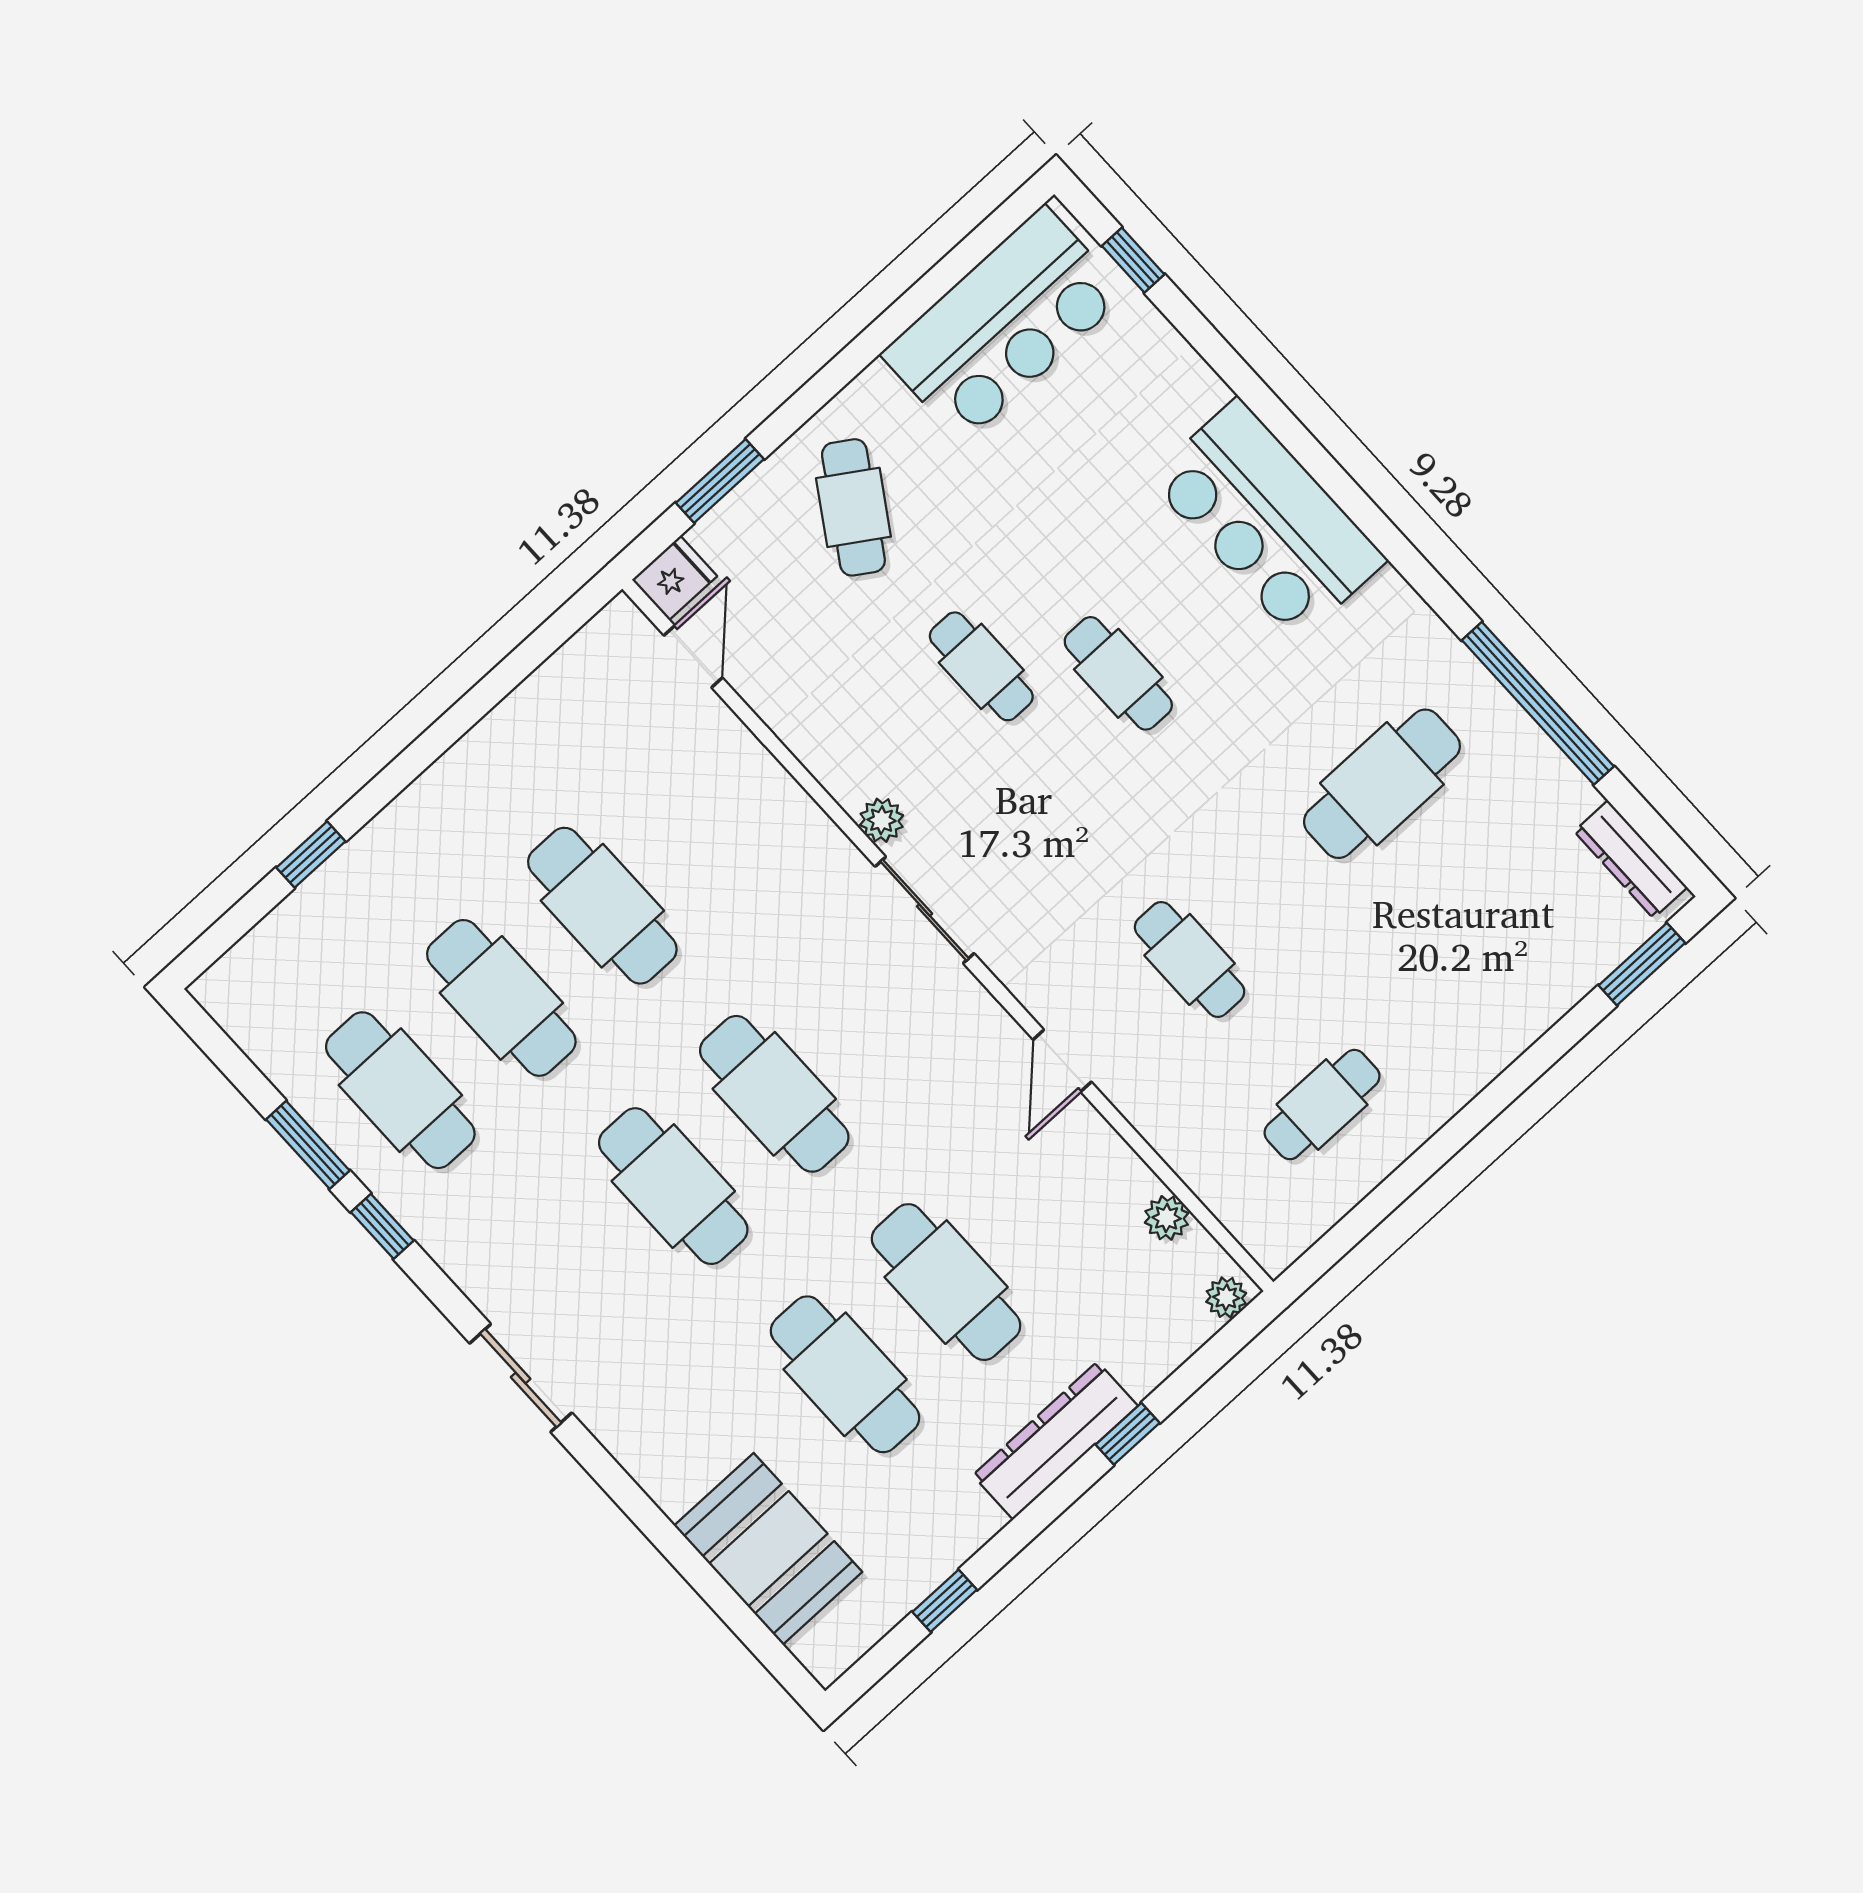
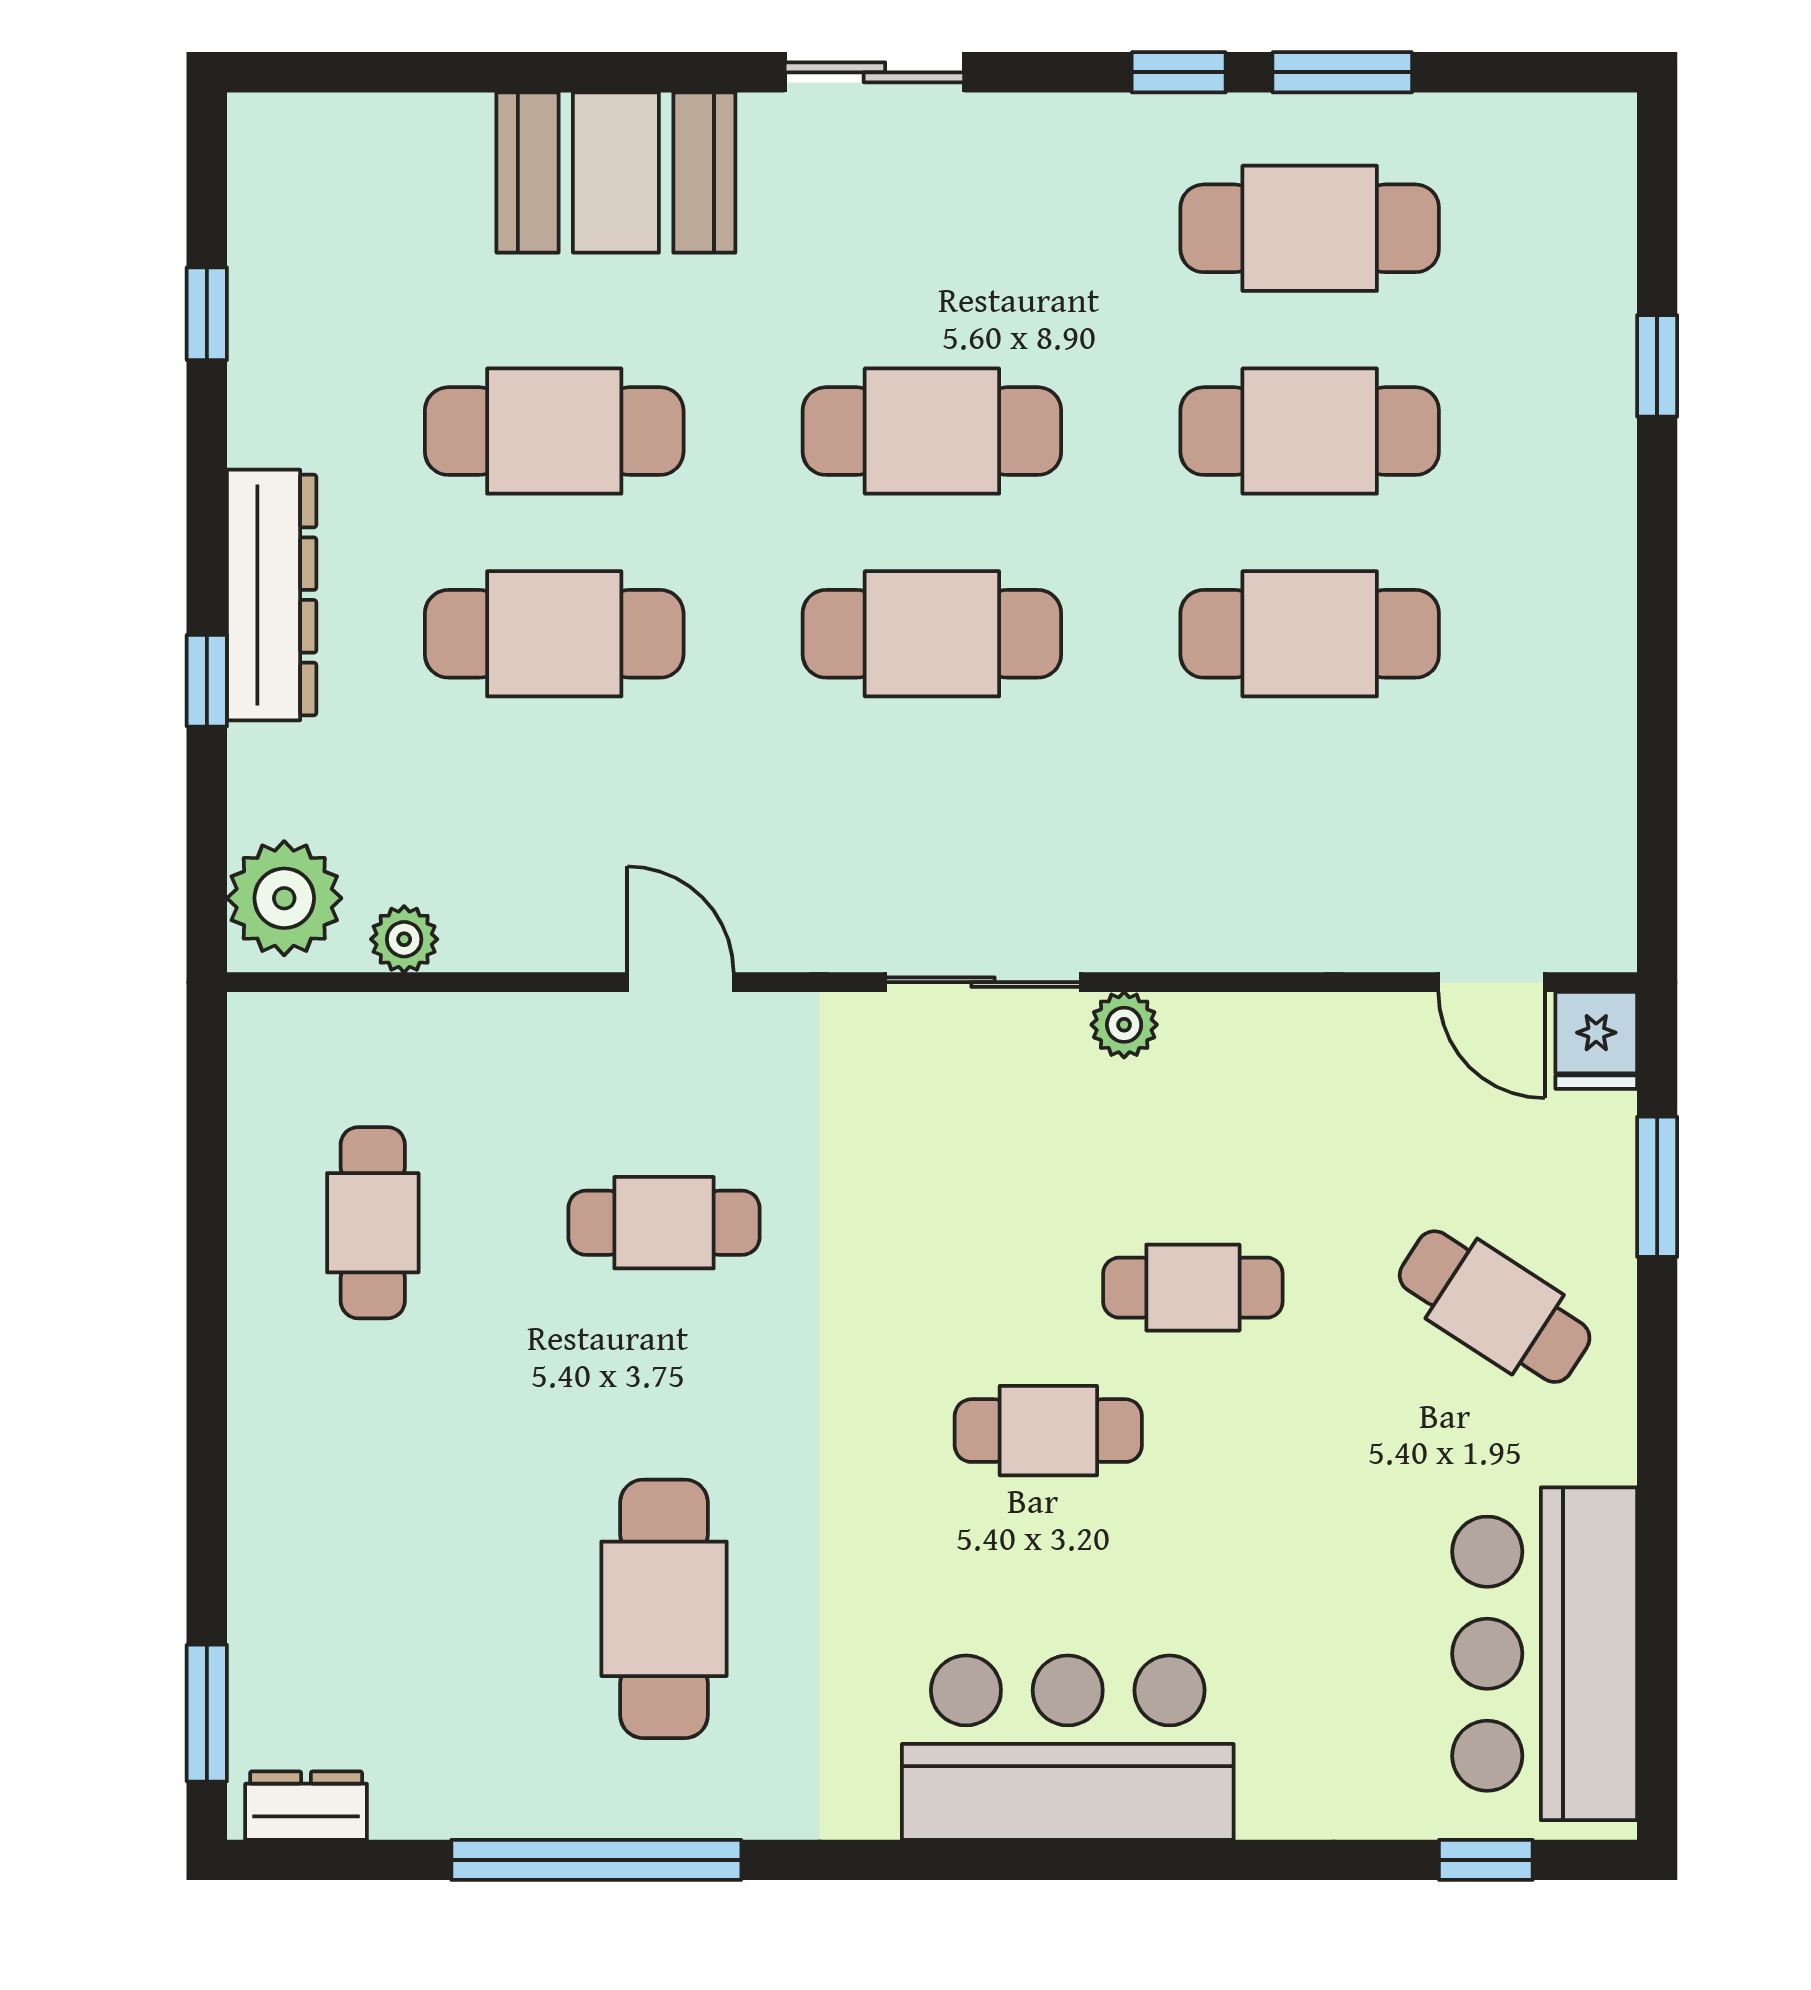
dresser: (1631, 859) -> (306, 1806), width x0.70
plant: (1226, 1297) -> (284, 898), width x1.87, depth x1.87
booth: (768, 1549) -> (616, 173), moved

